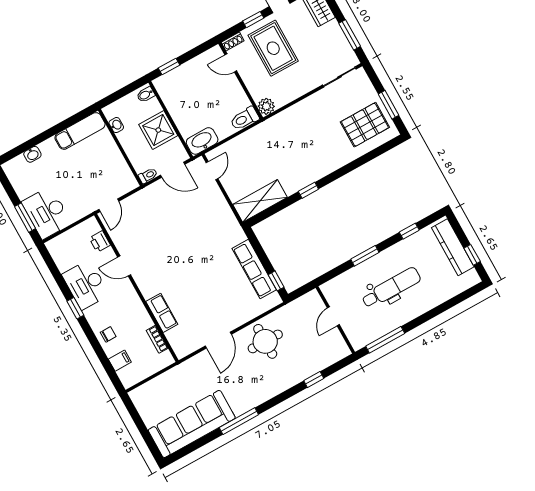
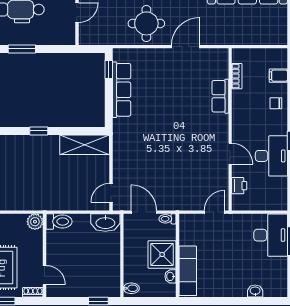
shower: (158, 130) -> (162, 254), moved
exam couch: (80, 131) -> (188, 271), moved, turned 90

